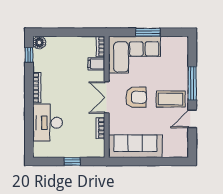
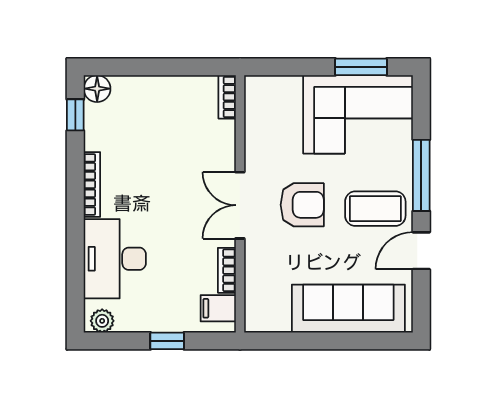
window: (148, 32) -> (361, 67), moved
corner sofa: (135, 55) -> (358, 114), moved
filing cabinet: (96, 64) -> (218, 308), moved
sofa: (135, 146) -> (348, 309), moved
plant: (42, 152) -> (102, 321), added

